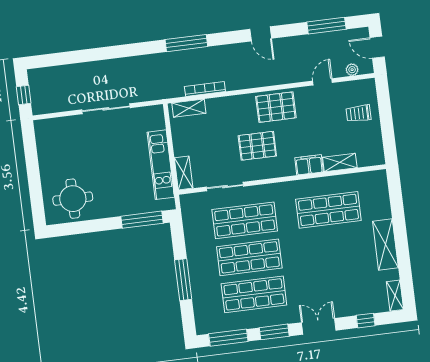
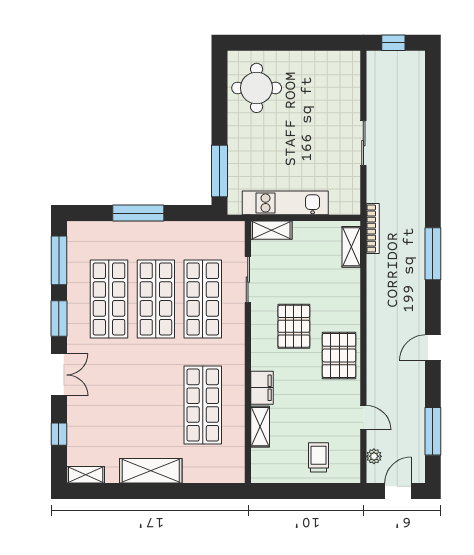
bookcase: (205, 89) -> (373, 229), moved
sliding door: (106, 109) -> (363, 143), width x0.73

